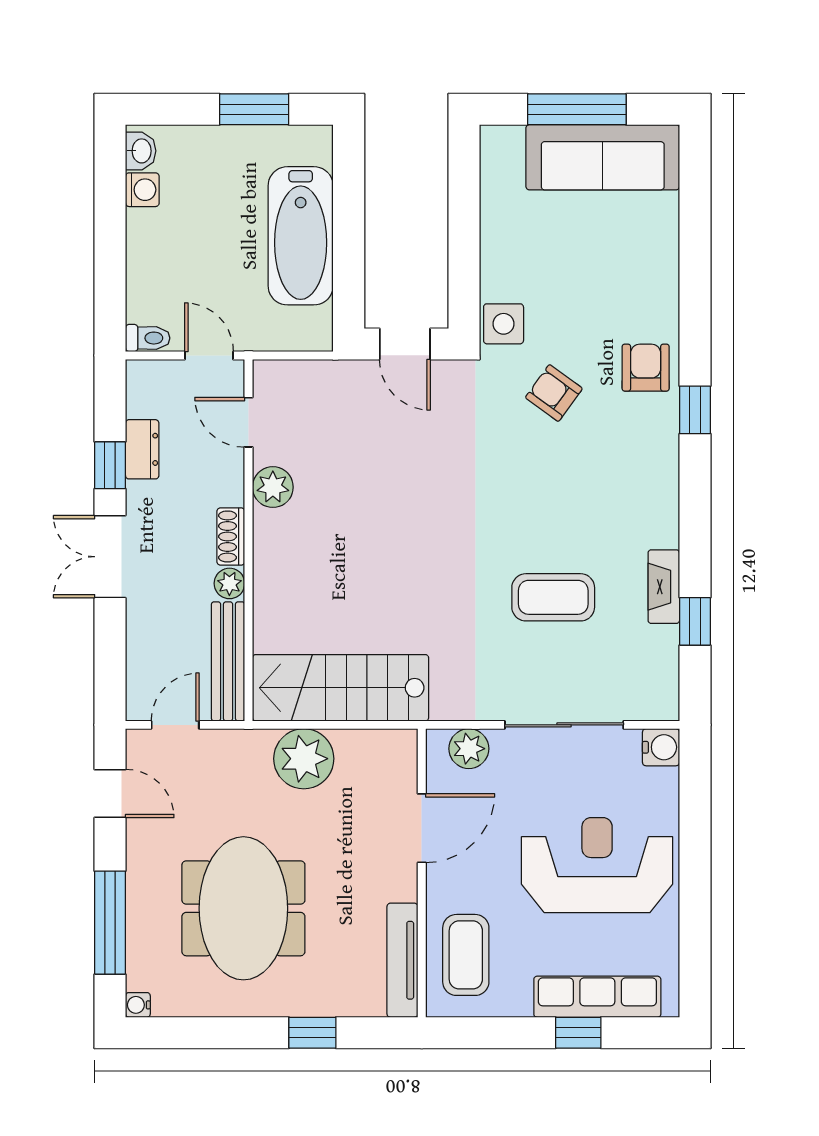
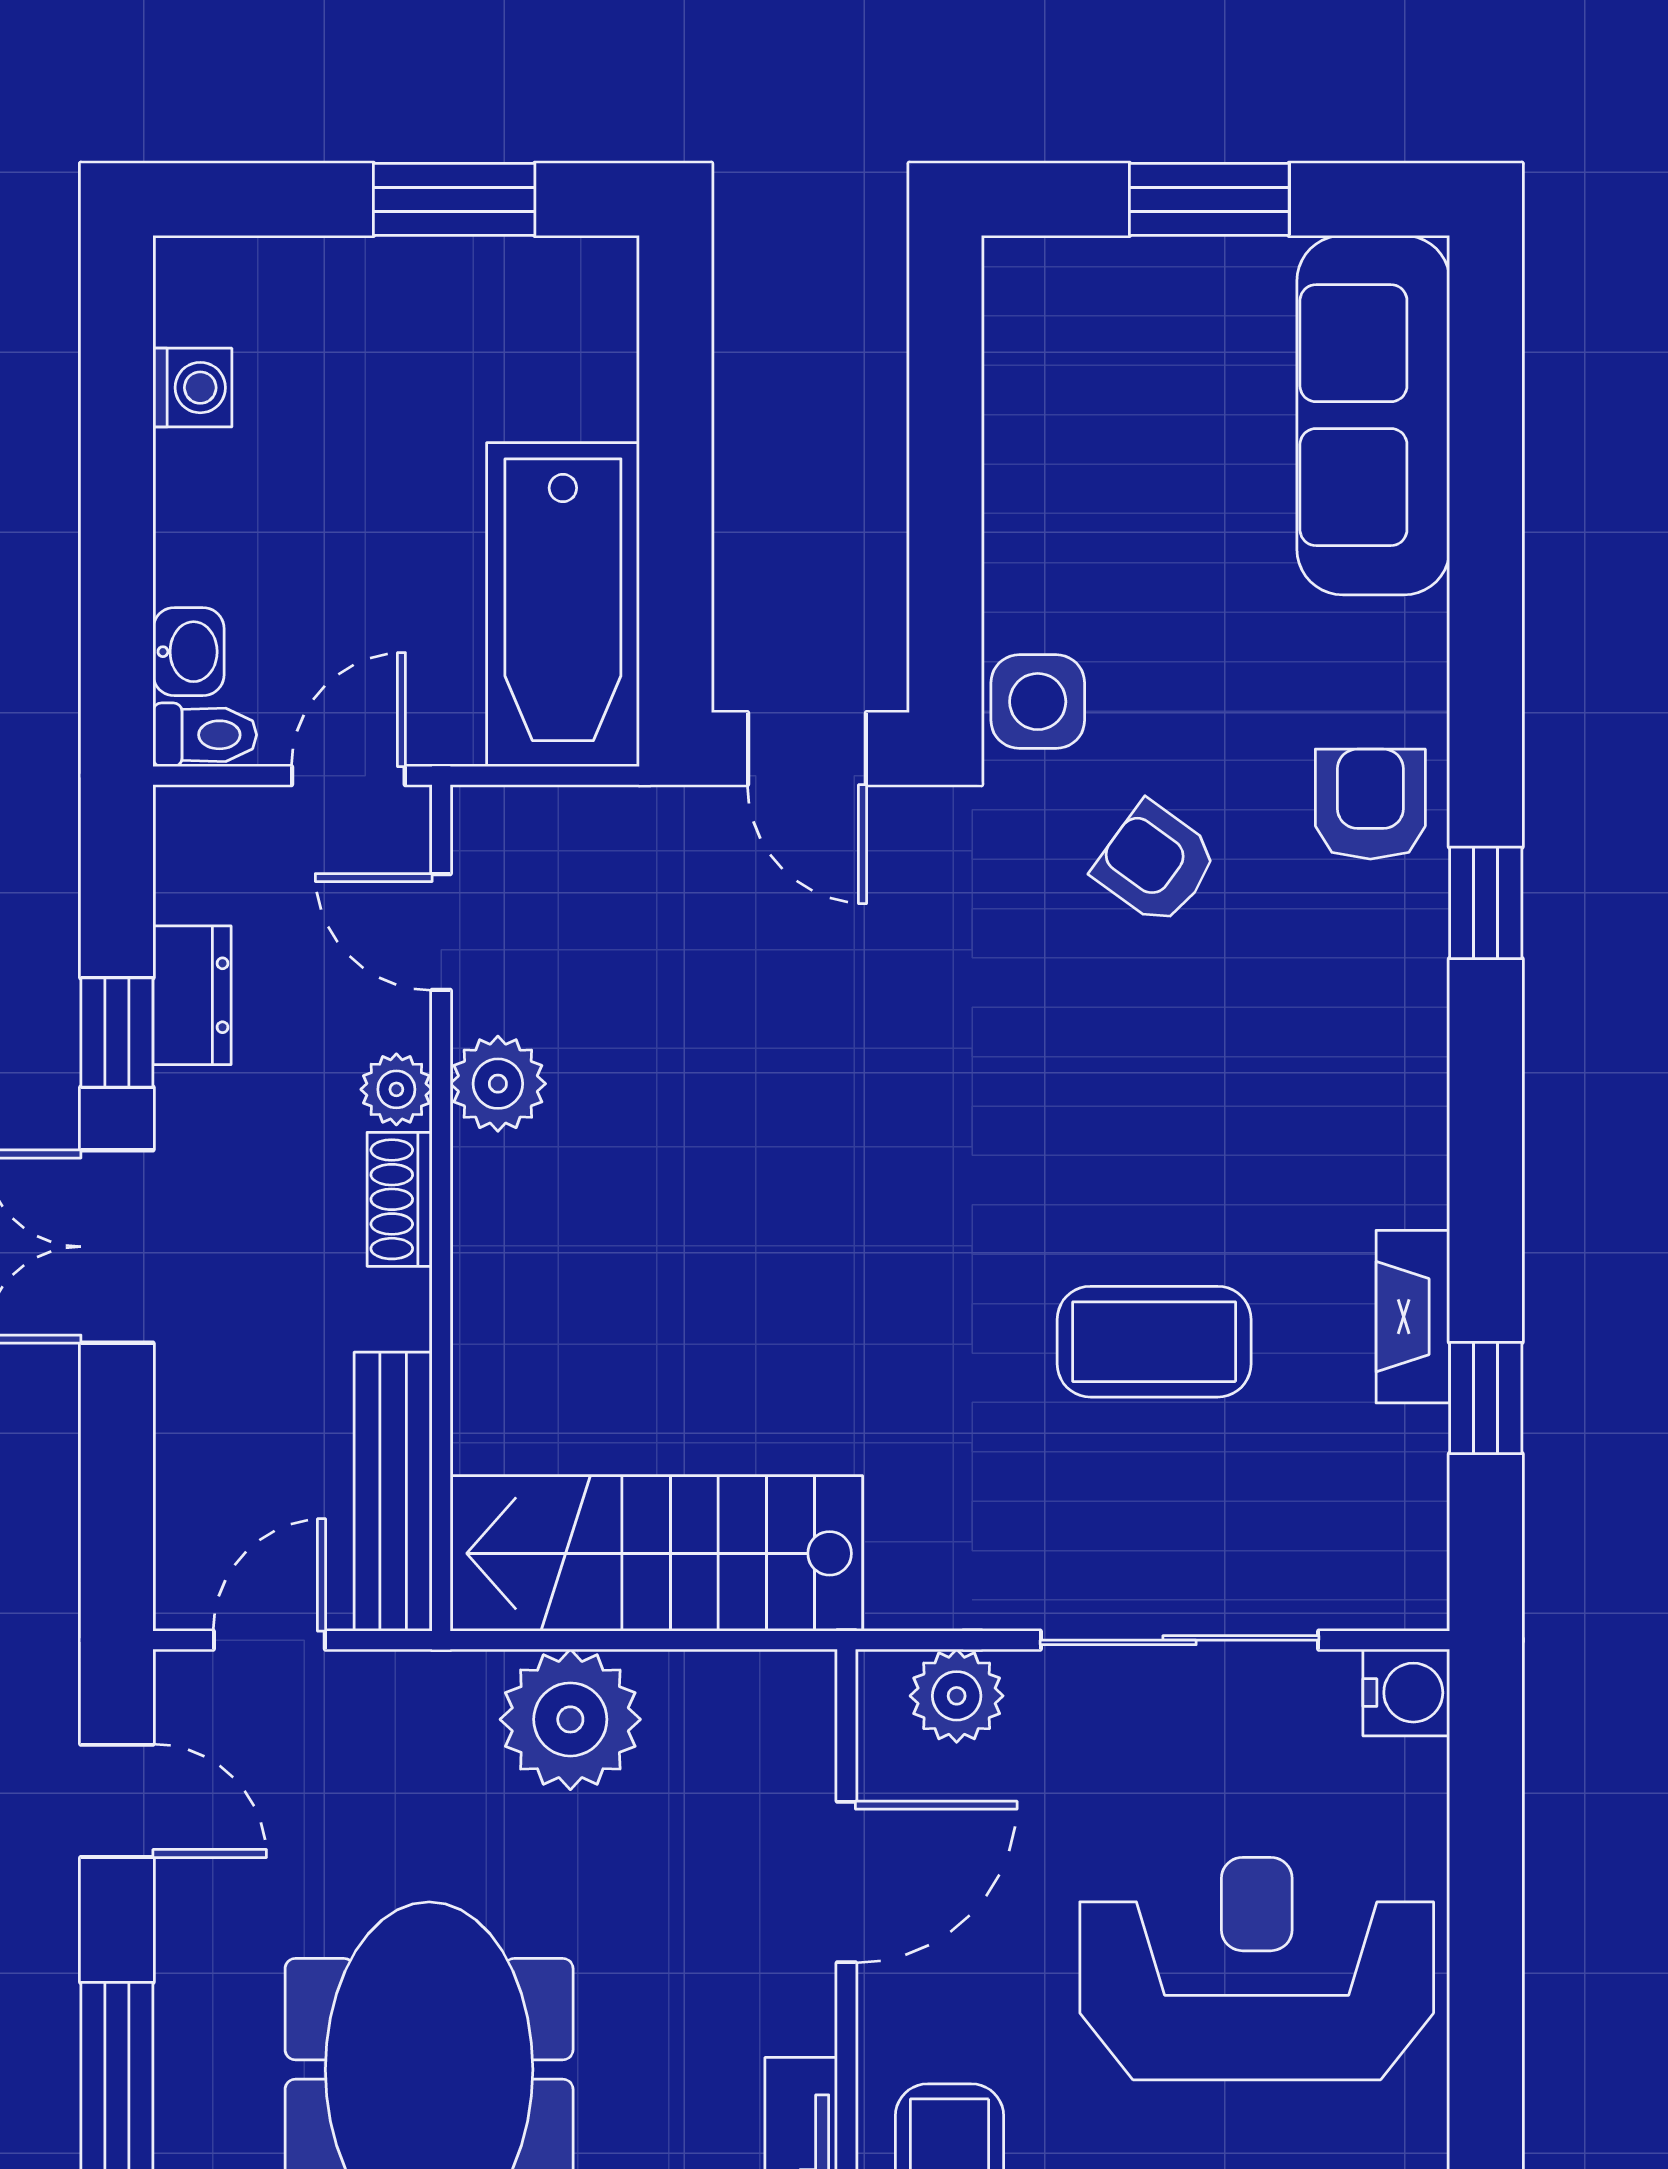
window: (577, 109) -> (1209, 199), width x0.69
washbasin: (141, 151) -> (189, 652), moved
sofa: (603, 157) -> (1373, 415), moved, turned 90
bathtub: (301, 236) -> (563, 605), moved
door: (209, 355) -> (348, 776), hinge flipped
plant: (229, 583) -> (396, 1089), moved

